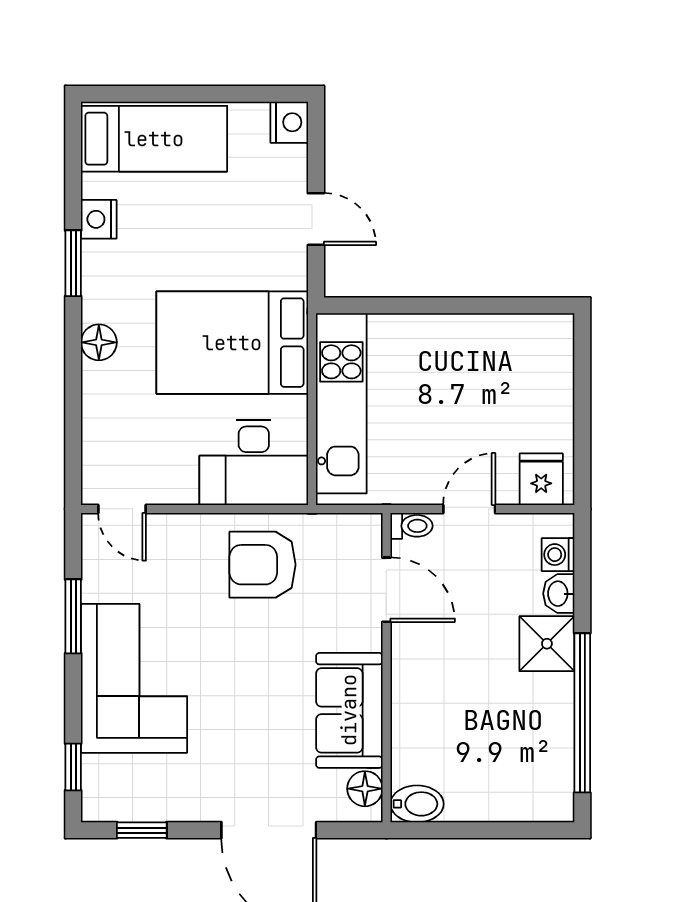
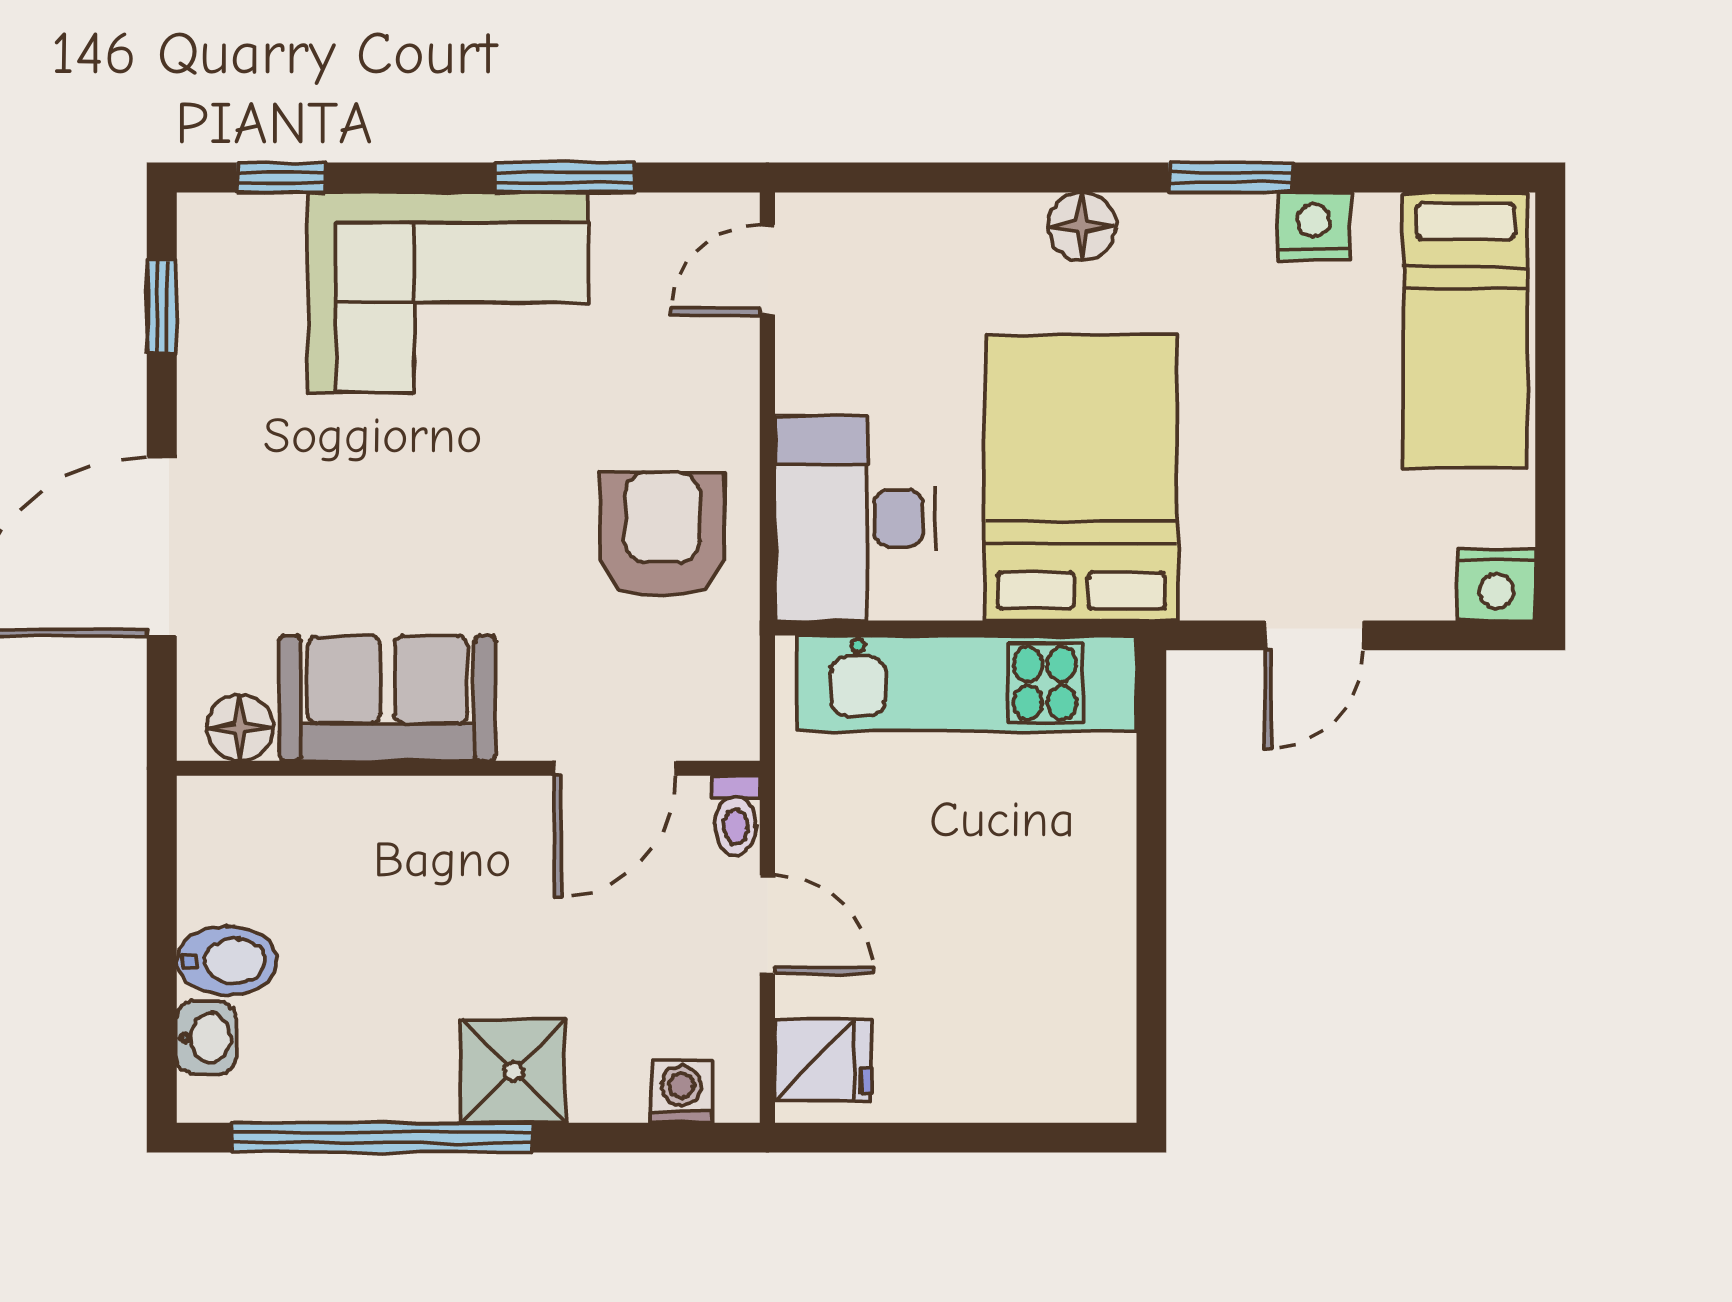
washbasin: (559, 594) -> (206, 1038), moved, turned 90
bidet: (417, 804) -> (227, 961), moved, turned -90

